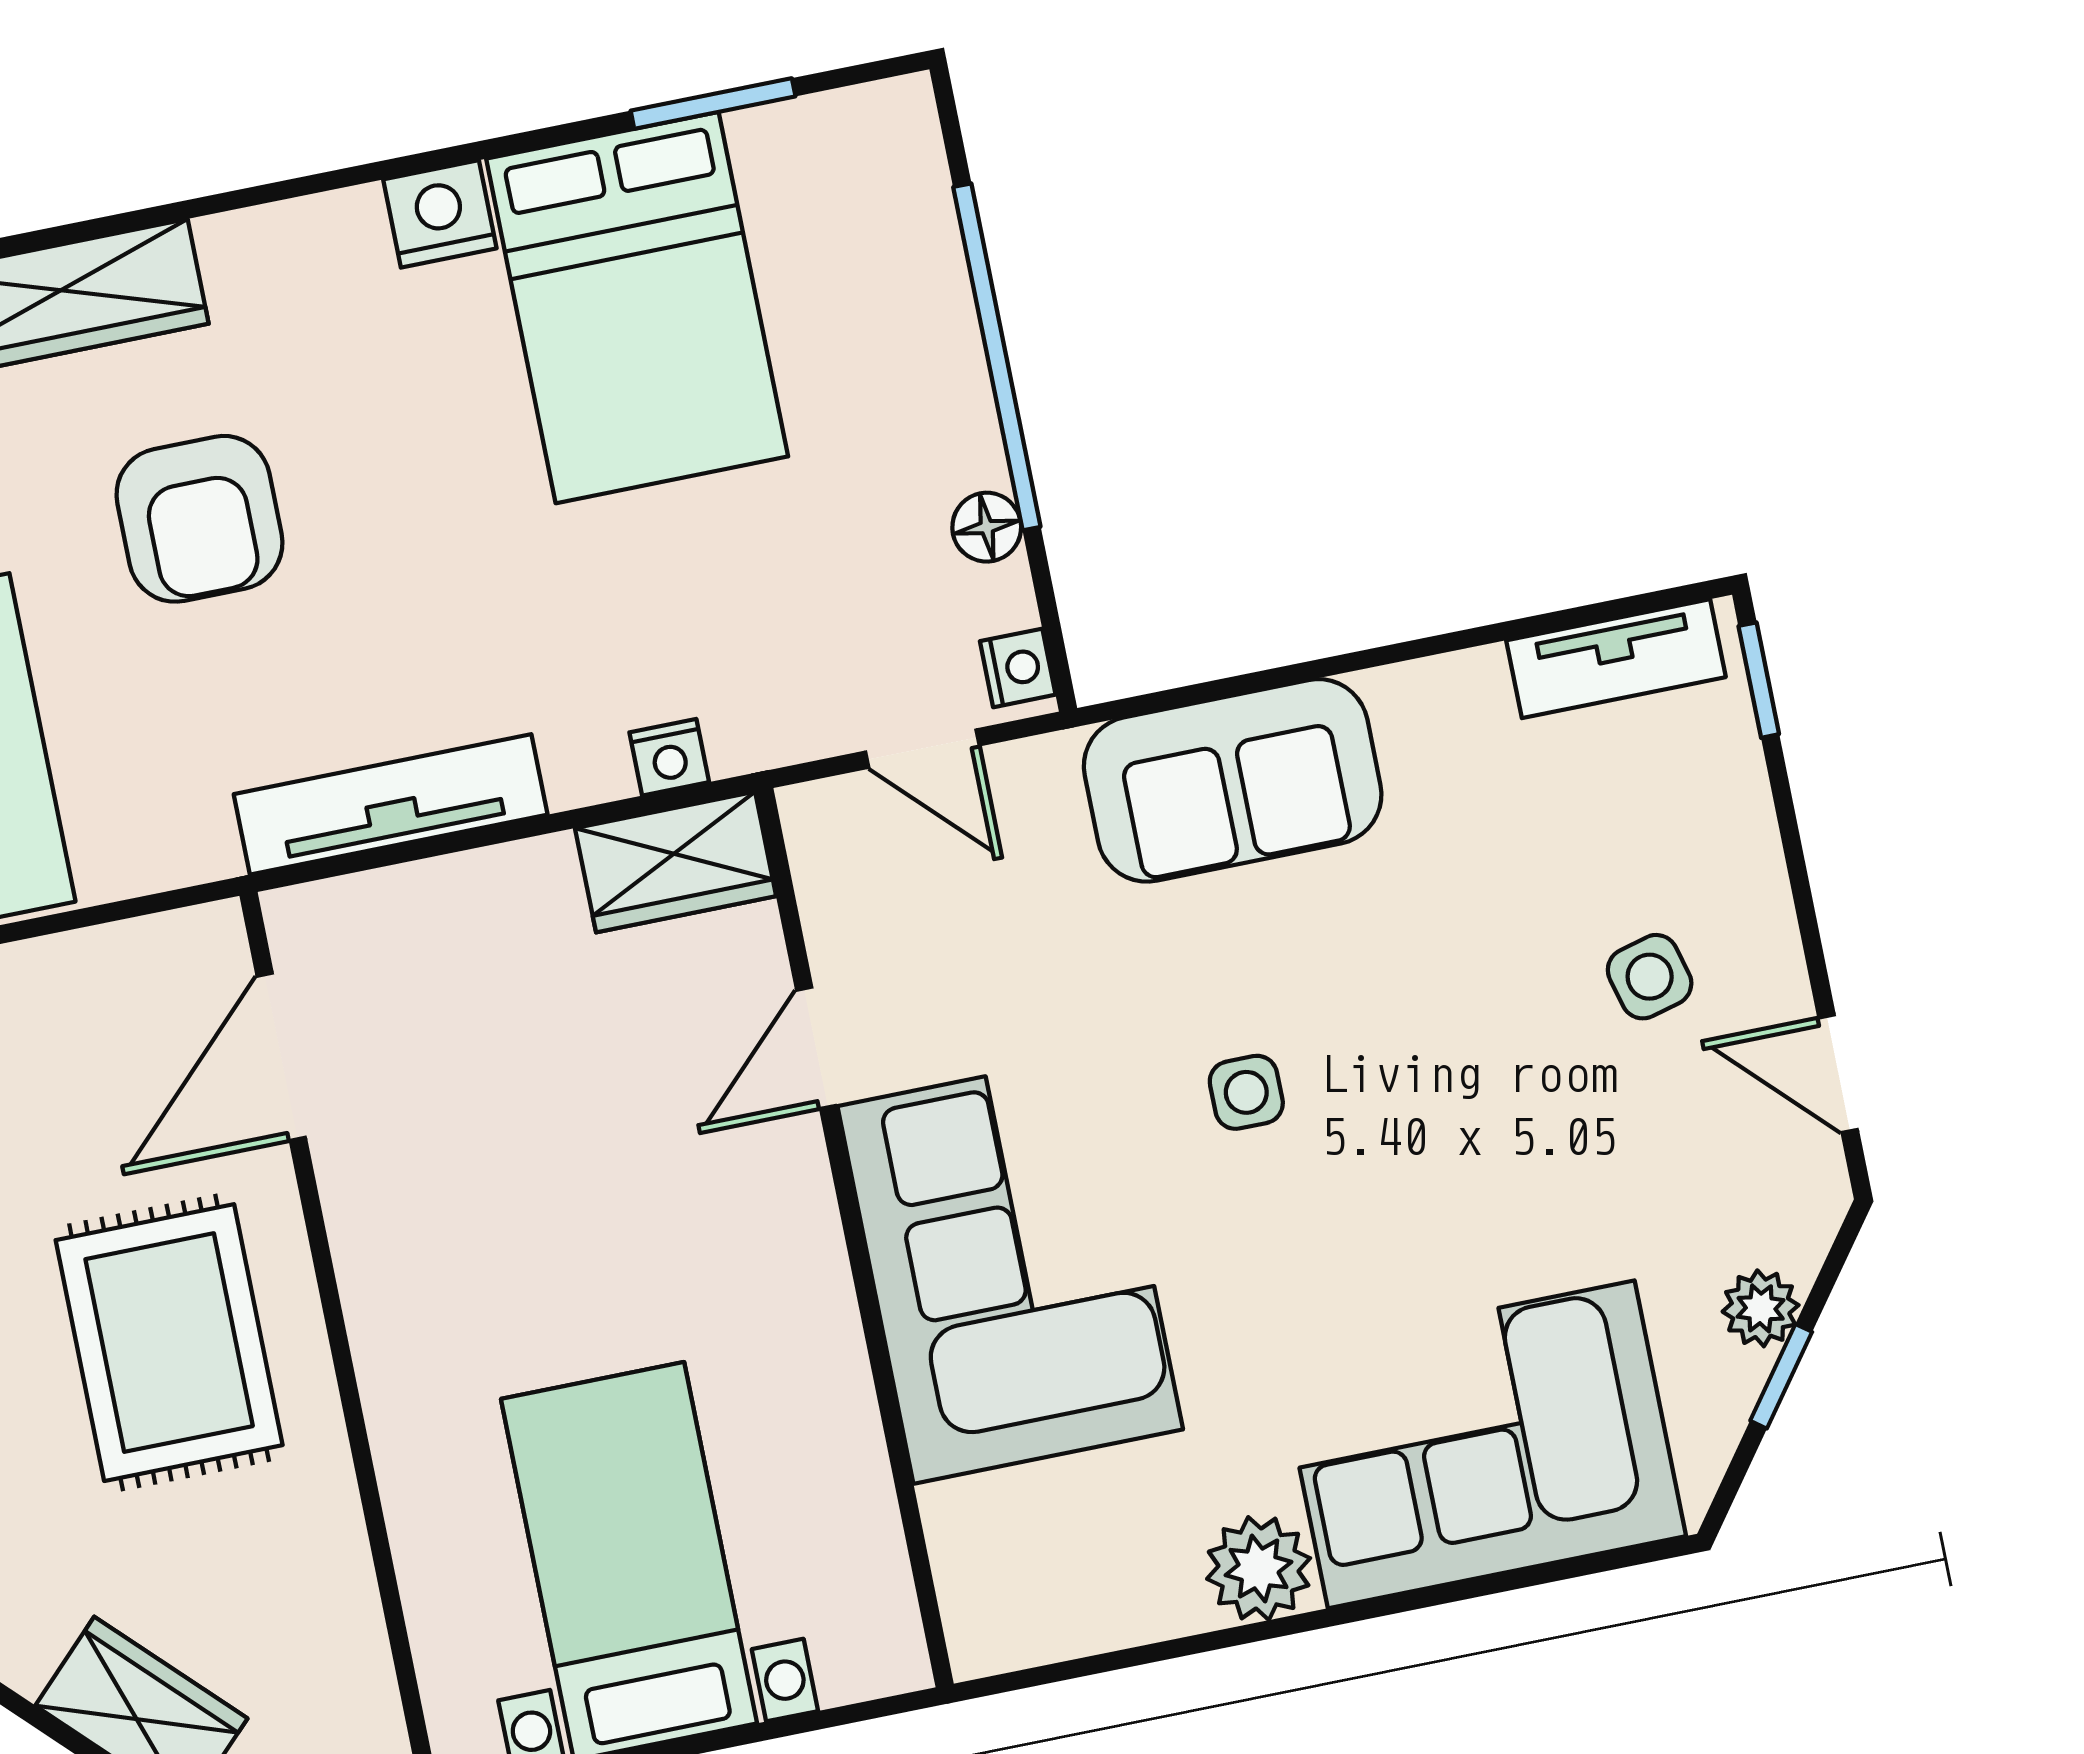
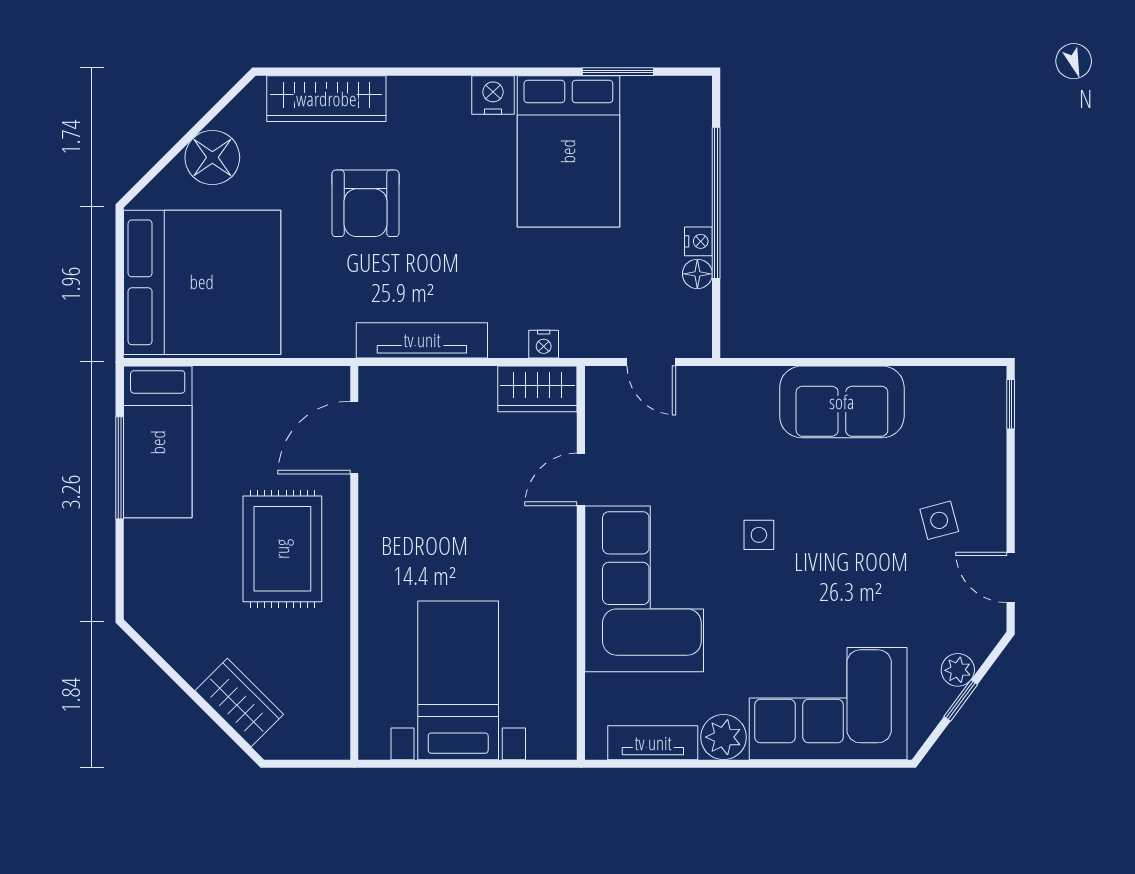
tv unit: (1616, 659) -> (653, 743), moved, turned 180
nightstand: (1018, 668) -> (698, 241), moved
sofa: (1233, 780) -> (842, 402), moved

